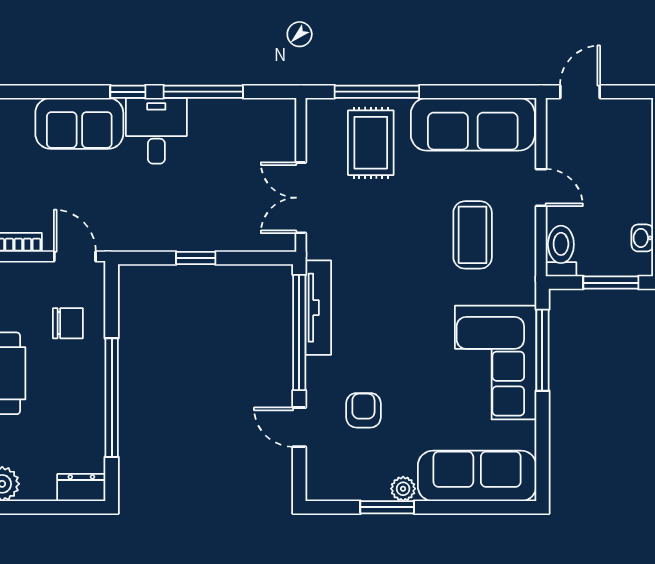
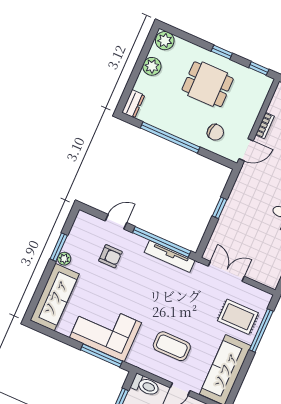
chair: (68, 323) -> (215, 132), turned -84

